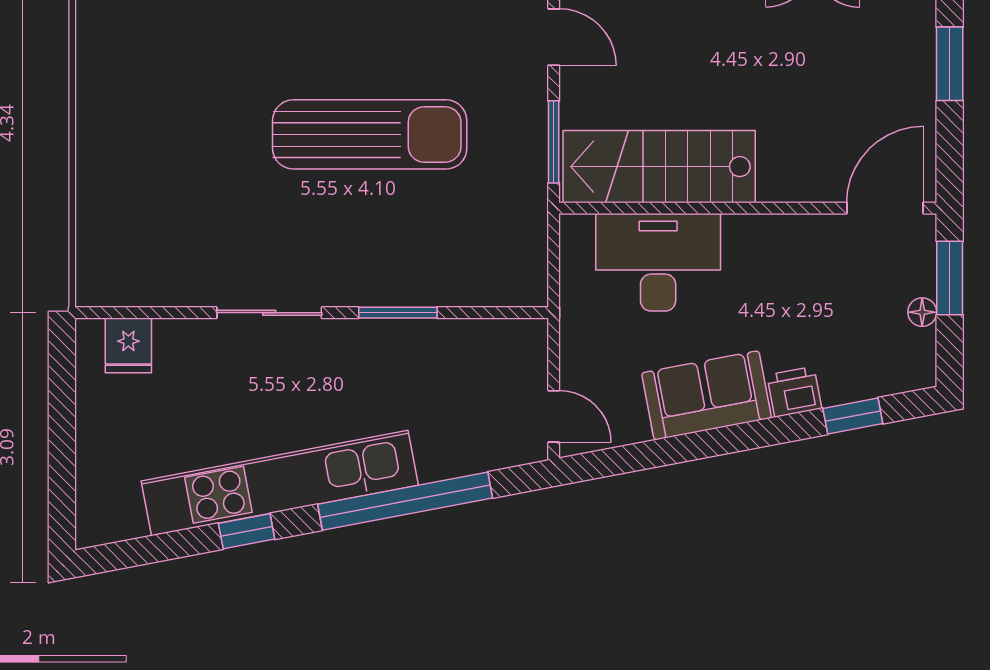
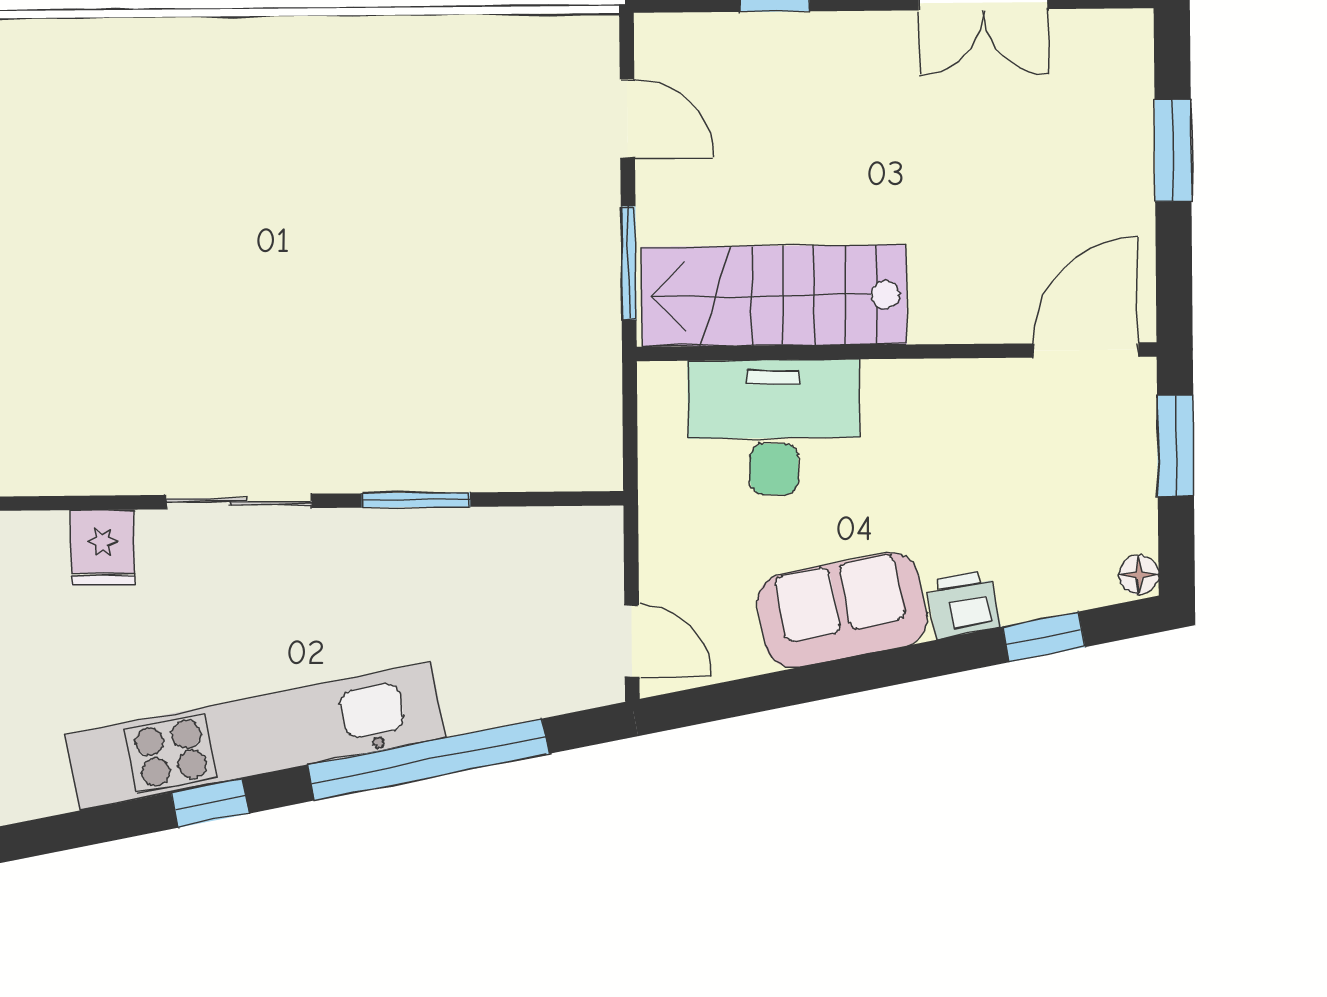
sun lounger: (370, 134) -> (375, 255), removed
floor lamp: (922, 312) -> (1139, 575), moved
fridge: (128, 345) -> (103, 548), moved

